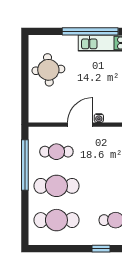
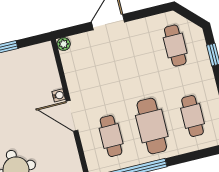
cafe table: (56, 220) -> (193, 116), width x0.73, depth x0.74

